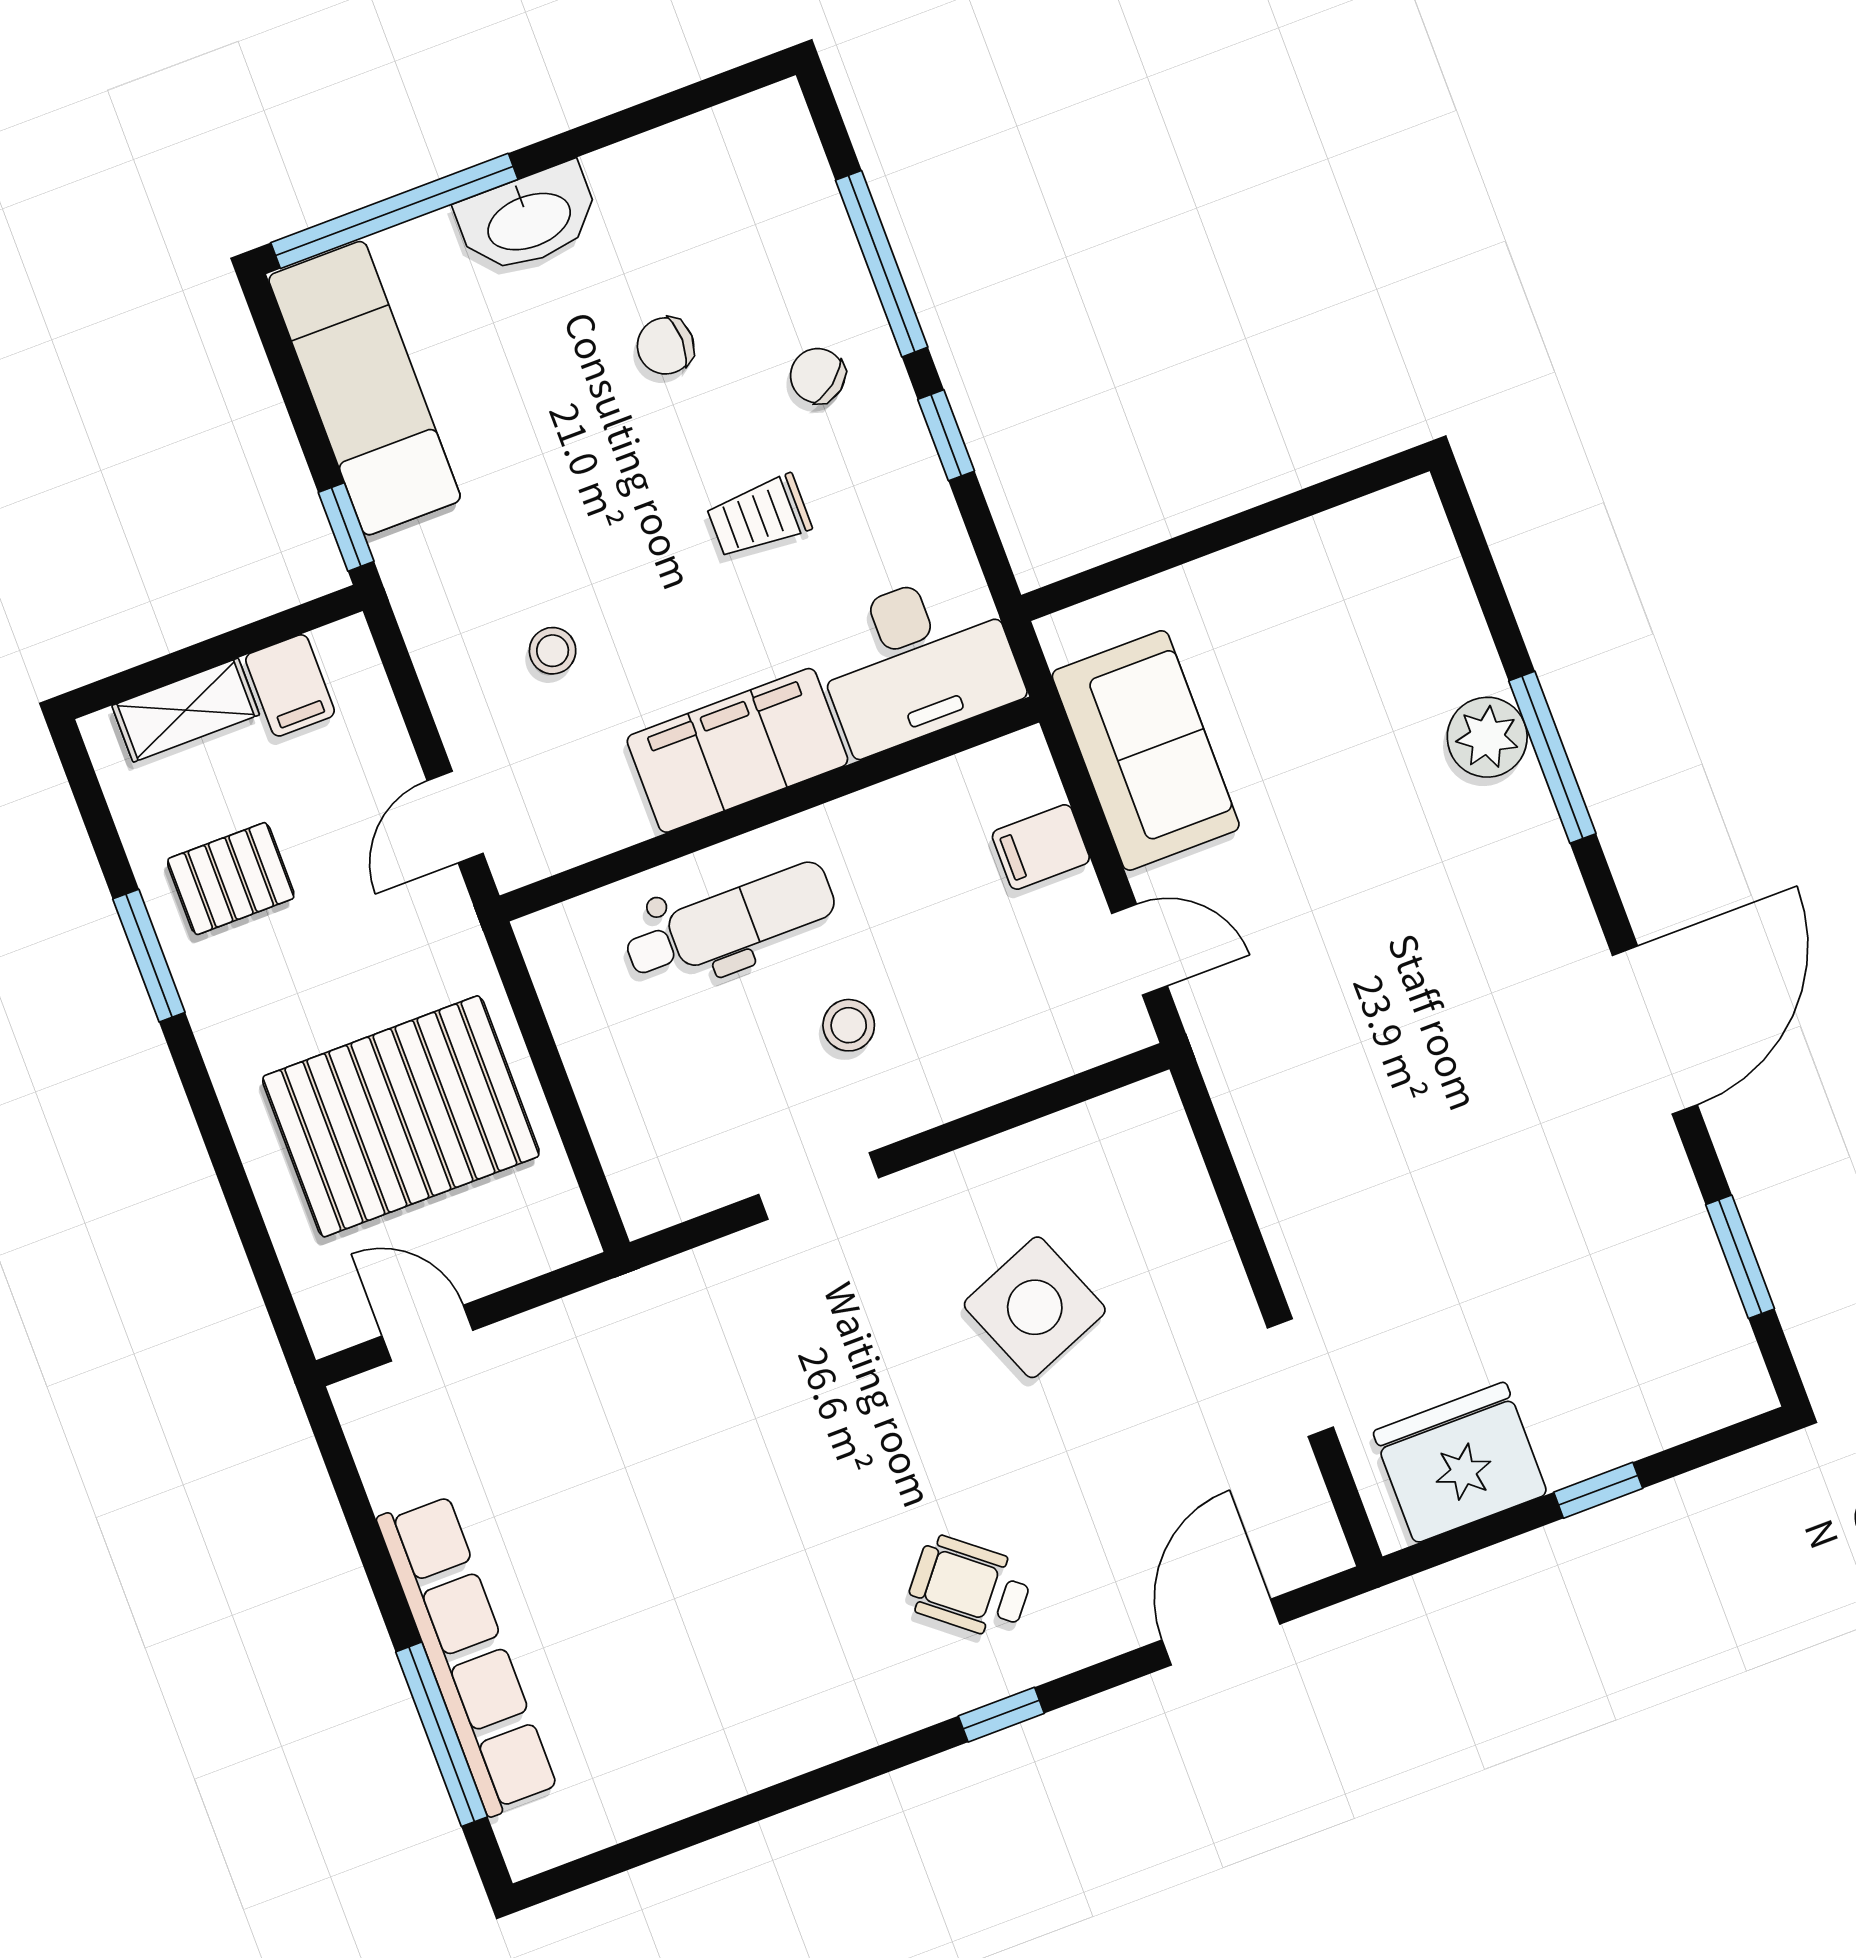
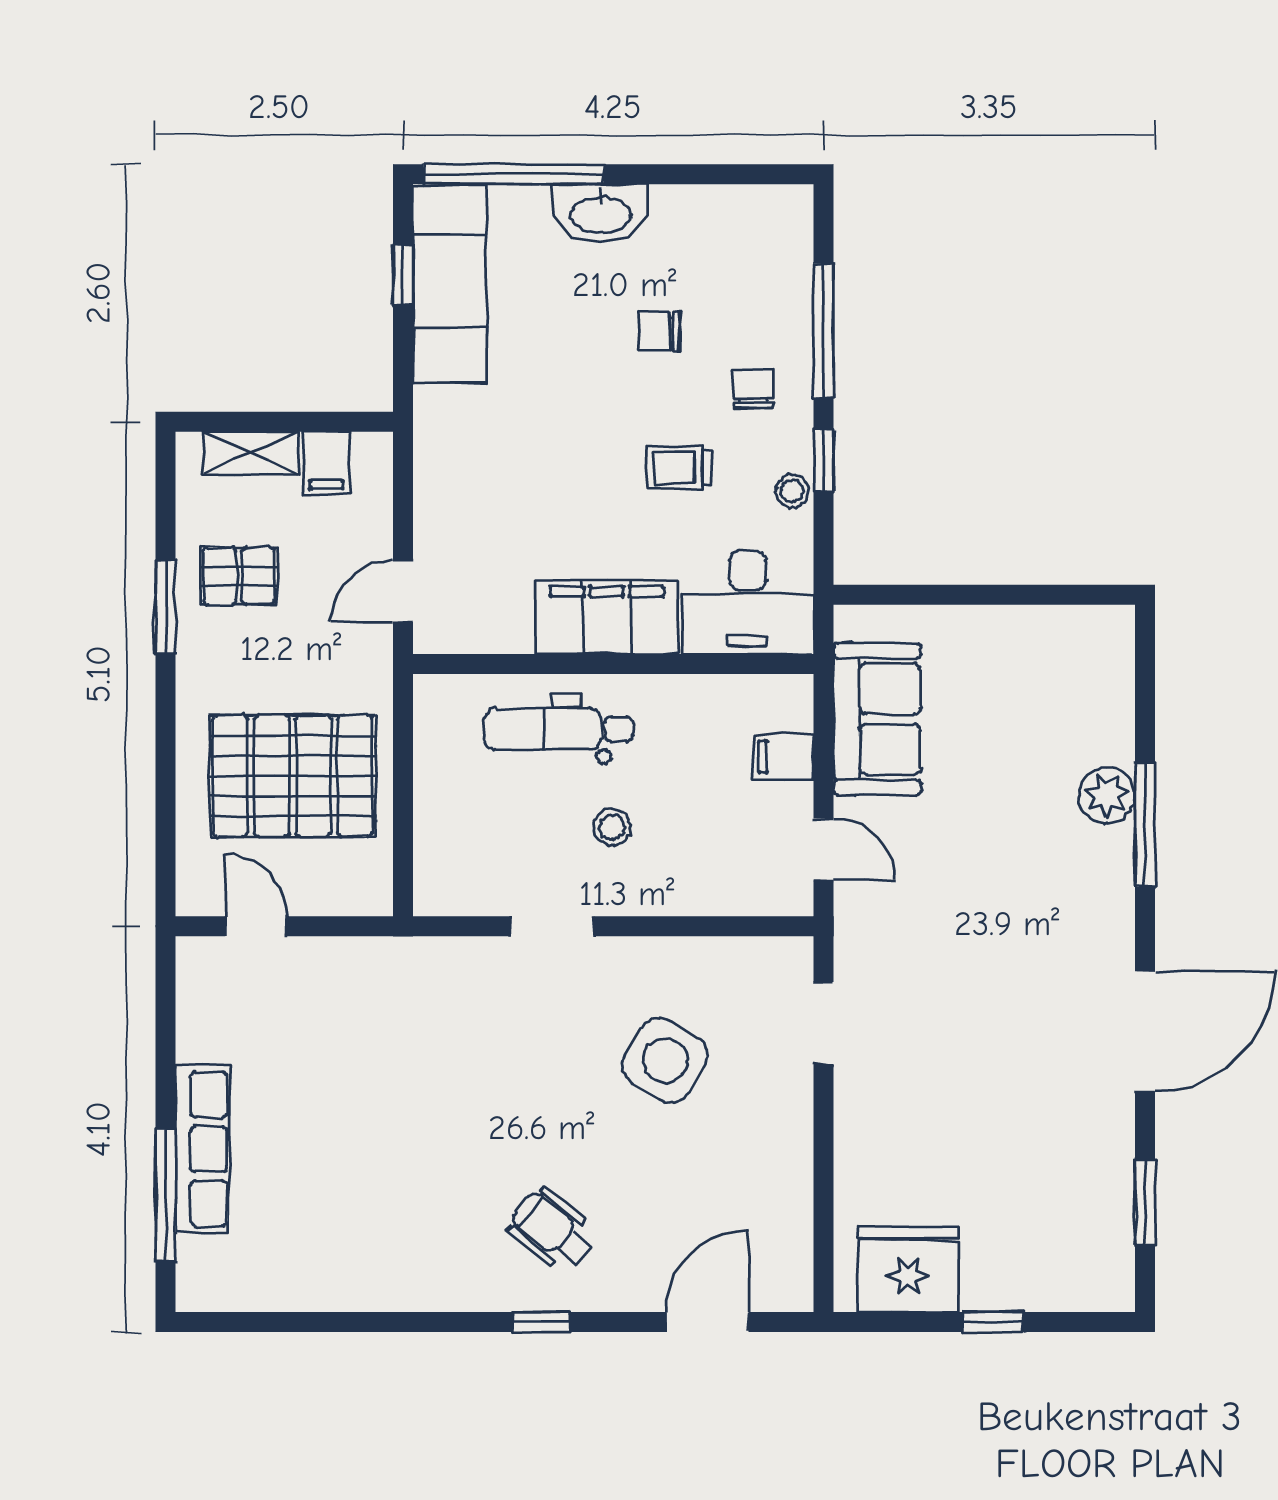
chair: (818, 376) -> (753, 389), turned 38
window: (346, 527) -> (403, 275), moved
stool: (553, 651) -> (792, 491), moved
dental chair: (730, 922) -> (559, 729), turned 180
side table: (1035, 1307) -> (665, 1060), turned -37
doorway: (1300, 1378) -> (823, 1023), moved
row of seats: (467, 1654) -> (202, 1149), width x0.73

